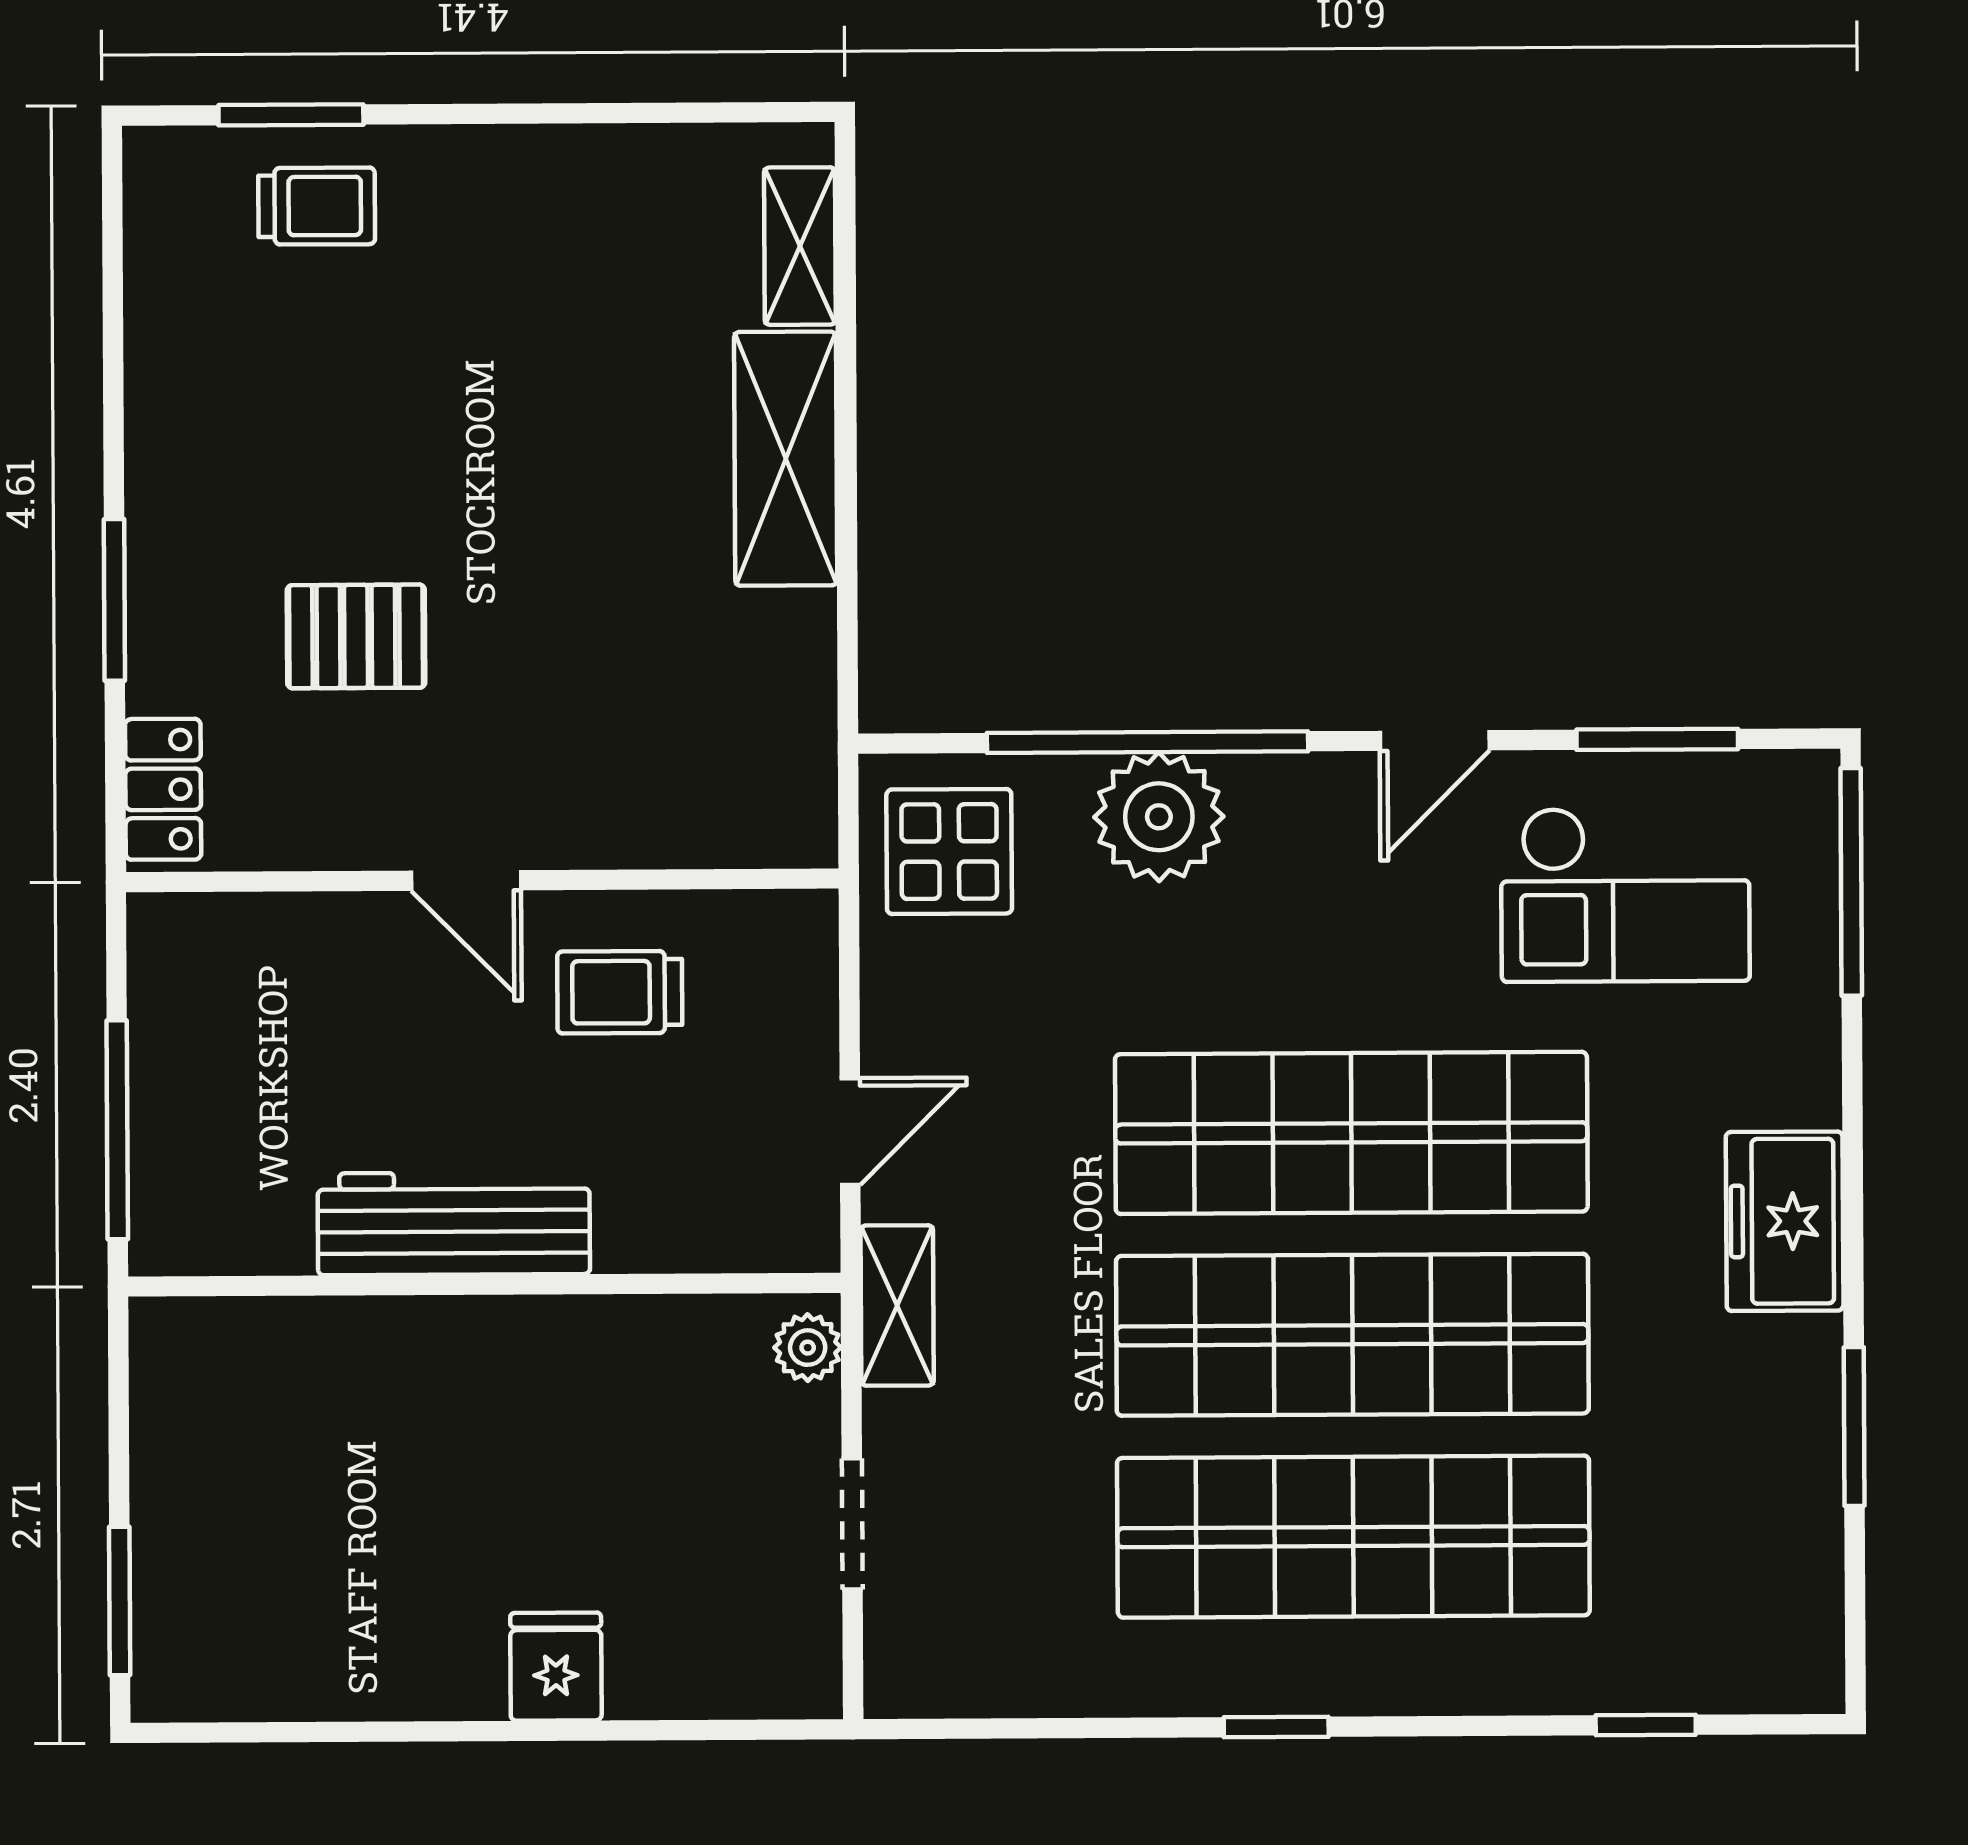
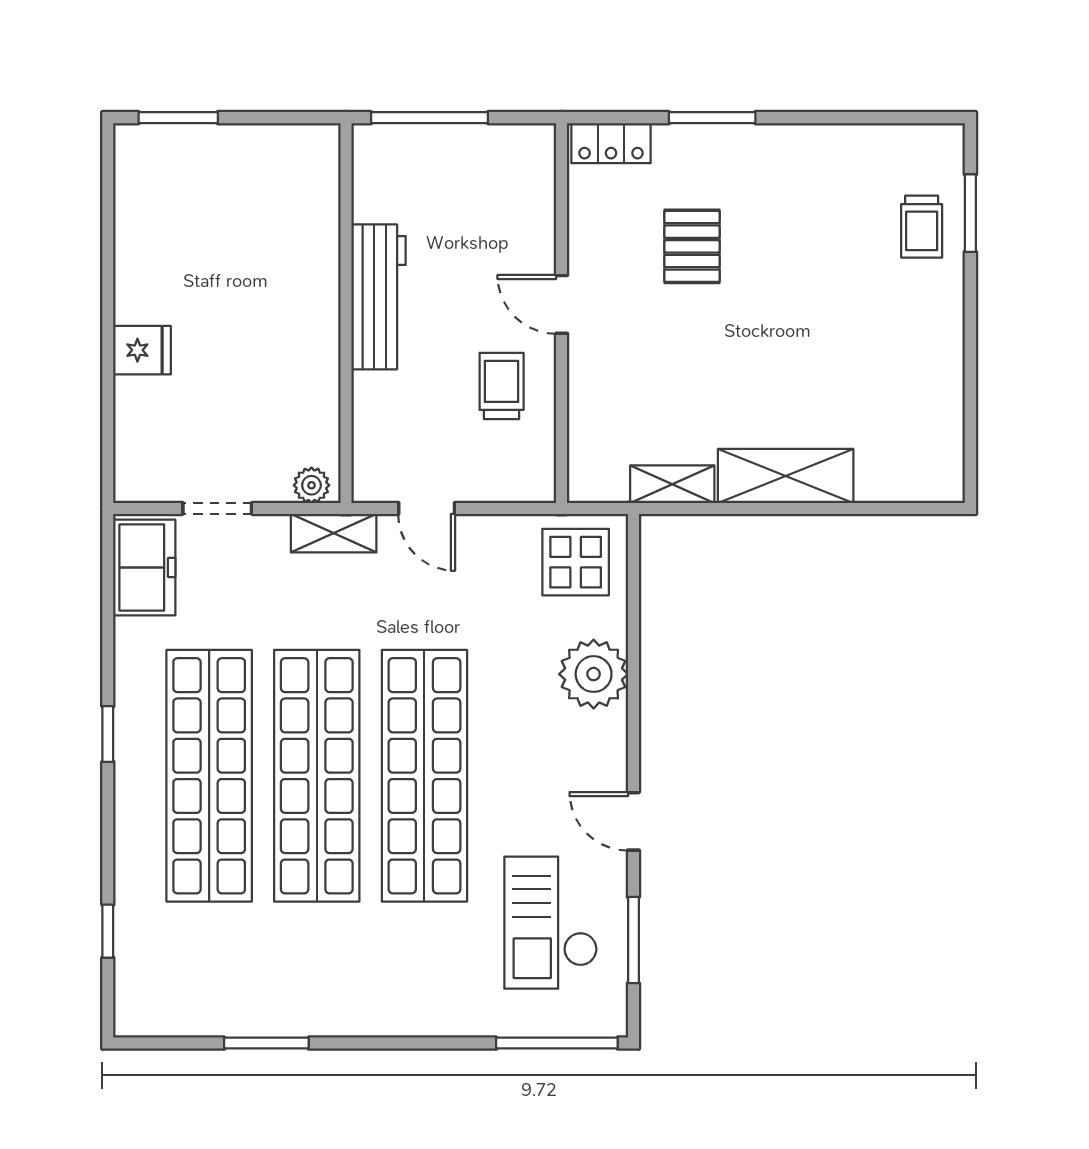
shelving: (800, 246) -> (672, 484), moved
window: (1147, 742) -> (633, 668), removed
door: (466, 880) -> (562, 304), hinge flipped
freezer: (1785, 1221) -> (144, 567), moved, turned 90

